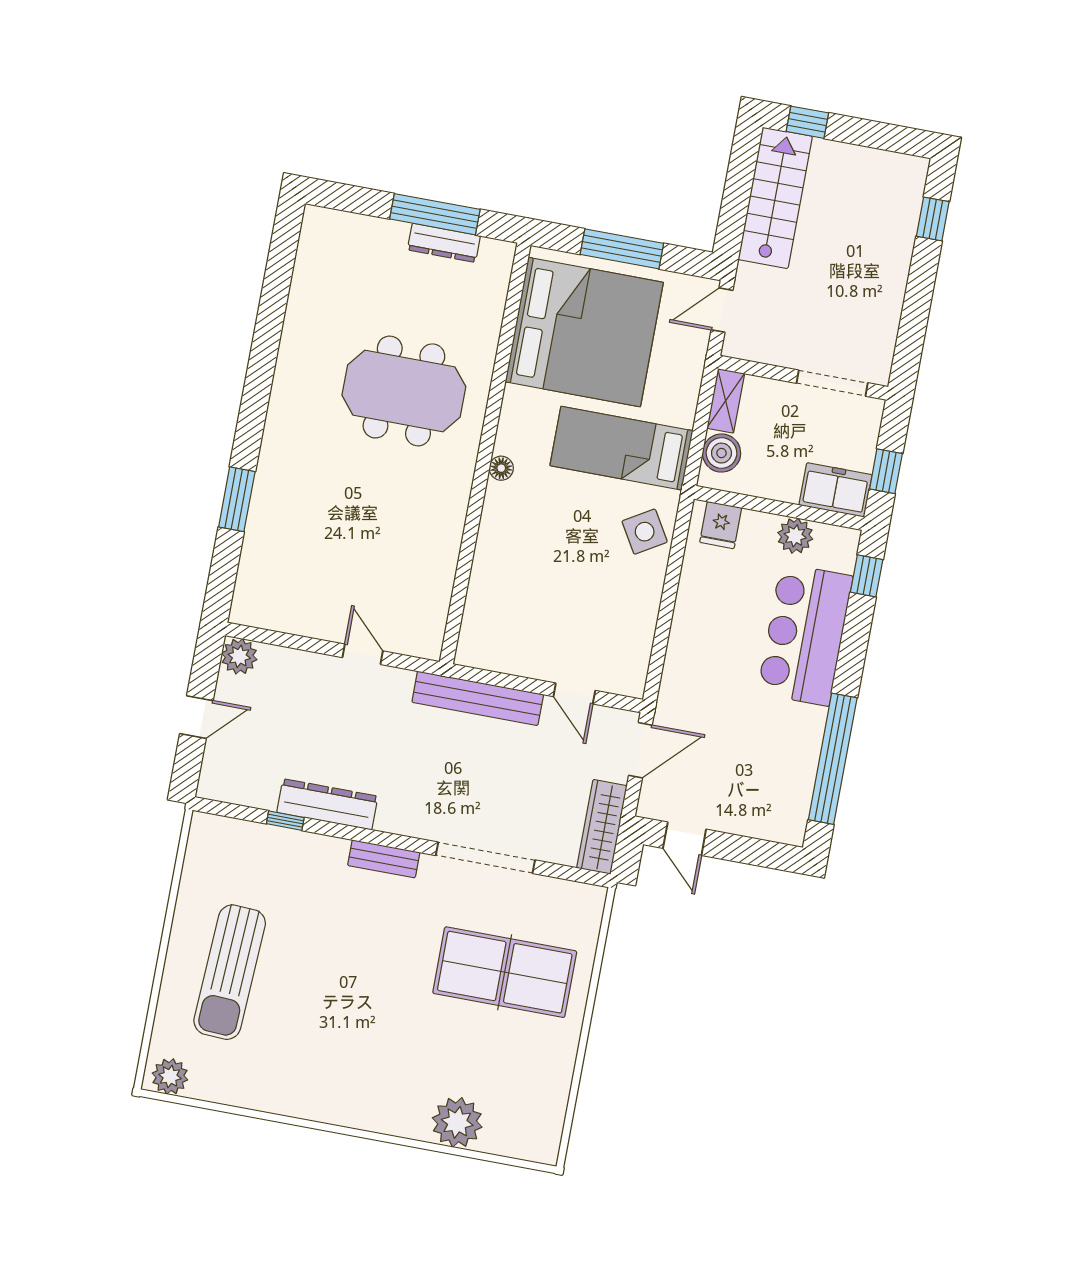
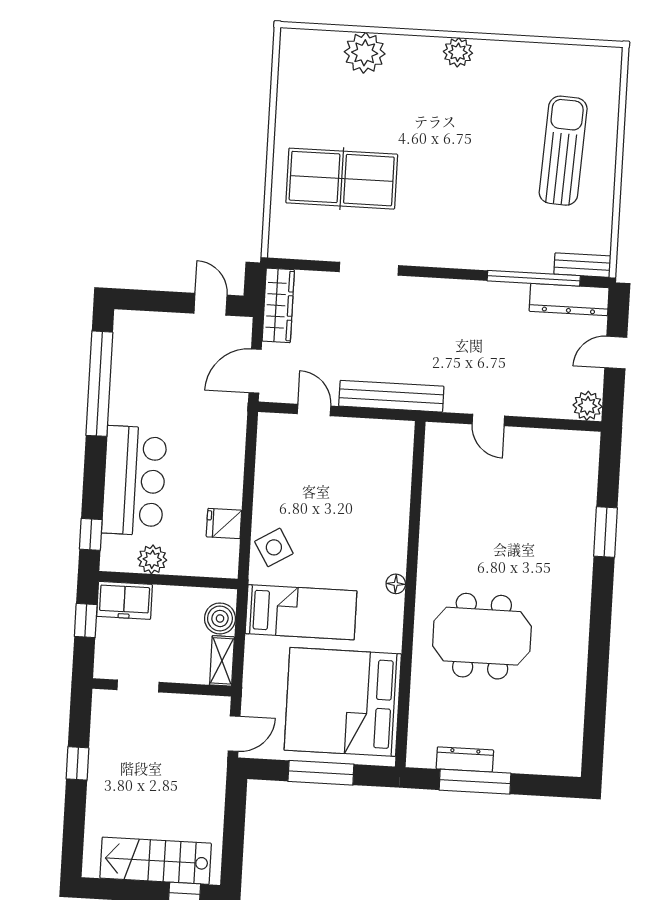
stairs: (775, 198) -> (156, 861), moved, turned 90
window: (933, 219) -> (77, 763), moved
doorway: (832, 383) -> (138, 686), width x0.73
fridge: (721, 525) -> (224, 524), moved, turned -90
dresser: (327, 804) -> (569, 300), moved
window: (285, 821) -> (534, 278), width x3.17
doorway: (485, 858) -> (369, 269), width x0.73
bench: (384, 859) -> (582, 265), moved
plant: (170, 1076) -> (458, 52), moved

